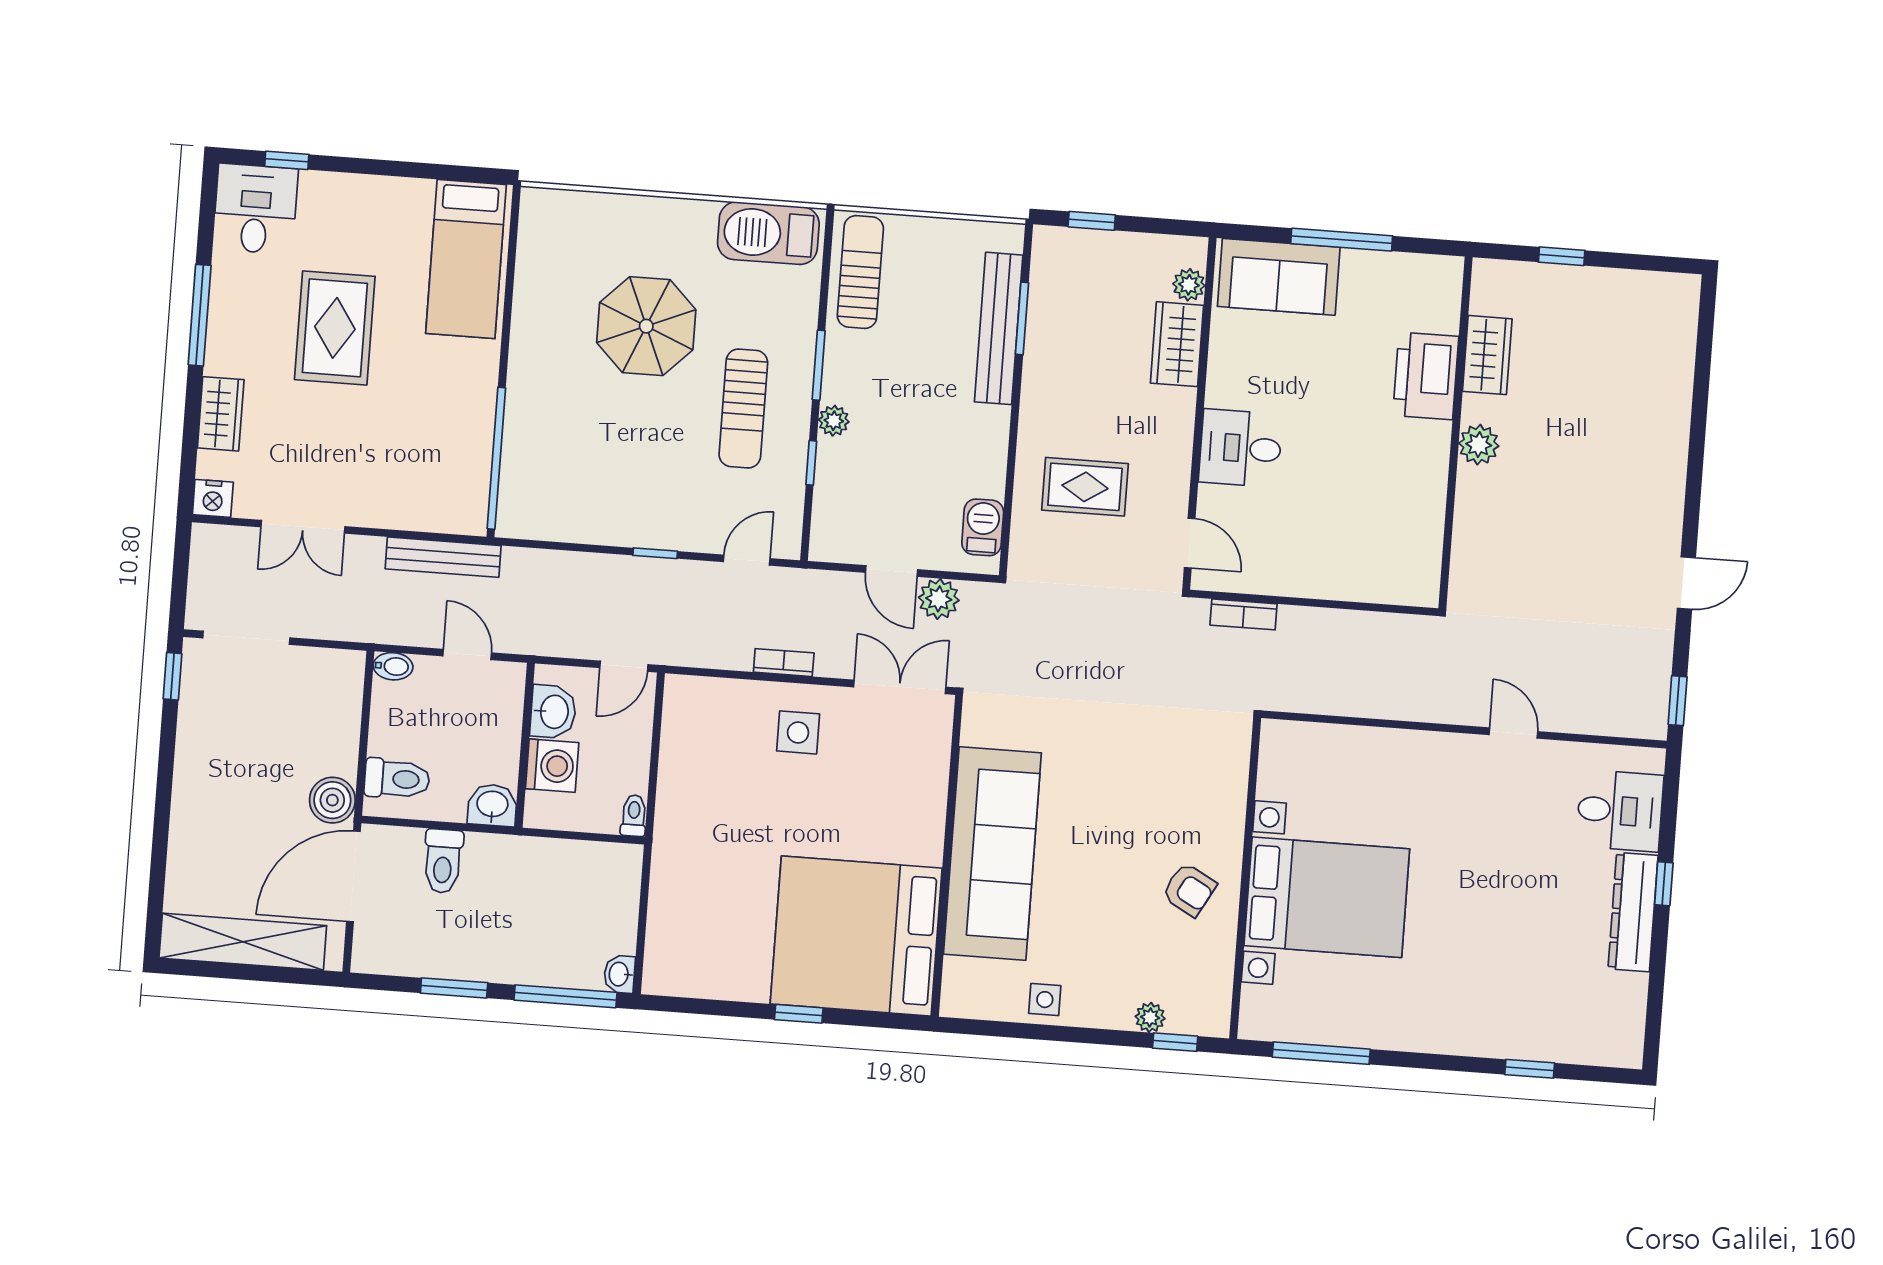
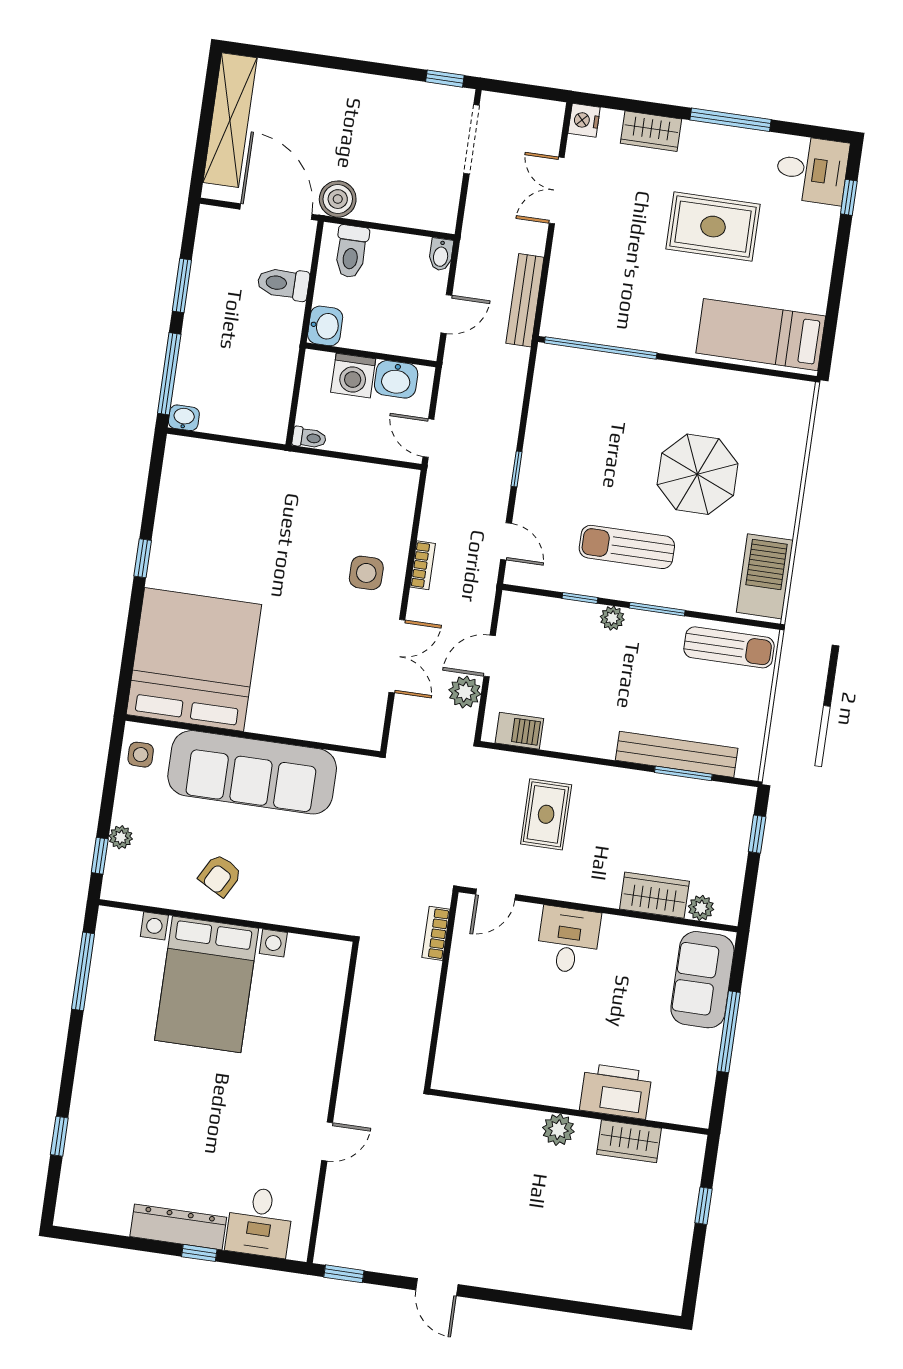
sofa: (992, 854) -> (252, 772), moved
wall: (947, 856) -> (253, 736), moved
bed: (856, 936) -> (194, 660), moved

